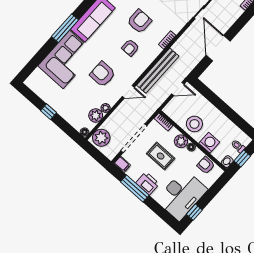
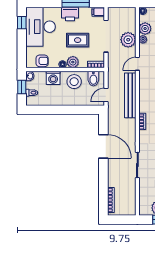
bidet: (176, 112) -> (93, 79), added
plant: (101, 138) -> (128, 40), moved

